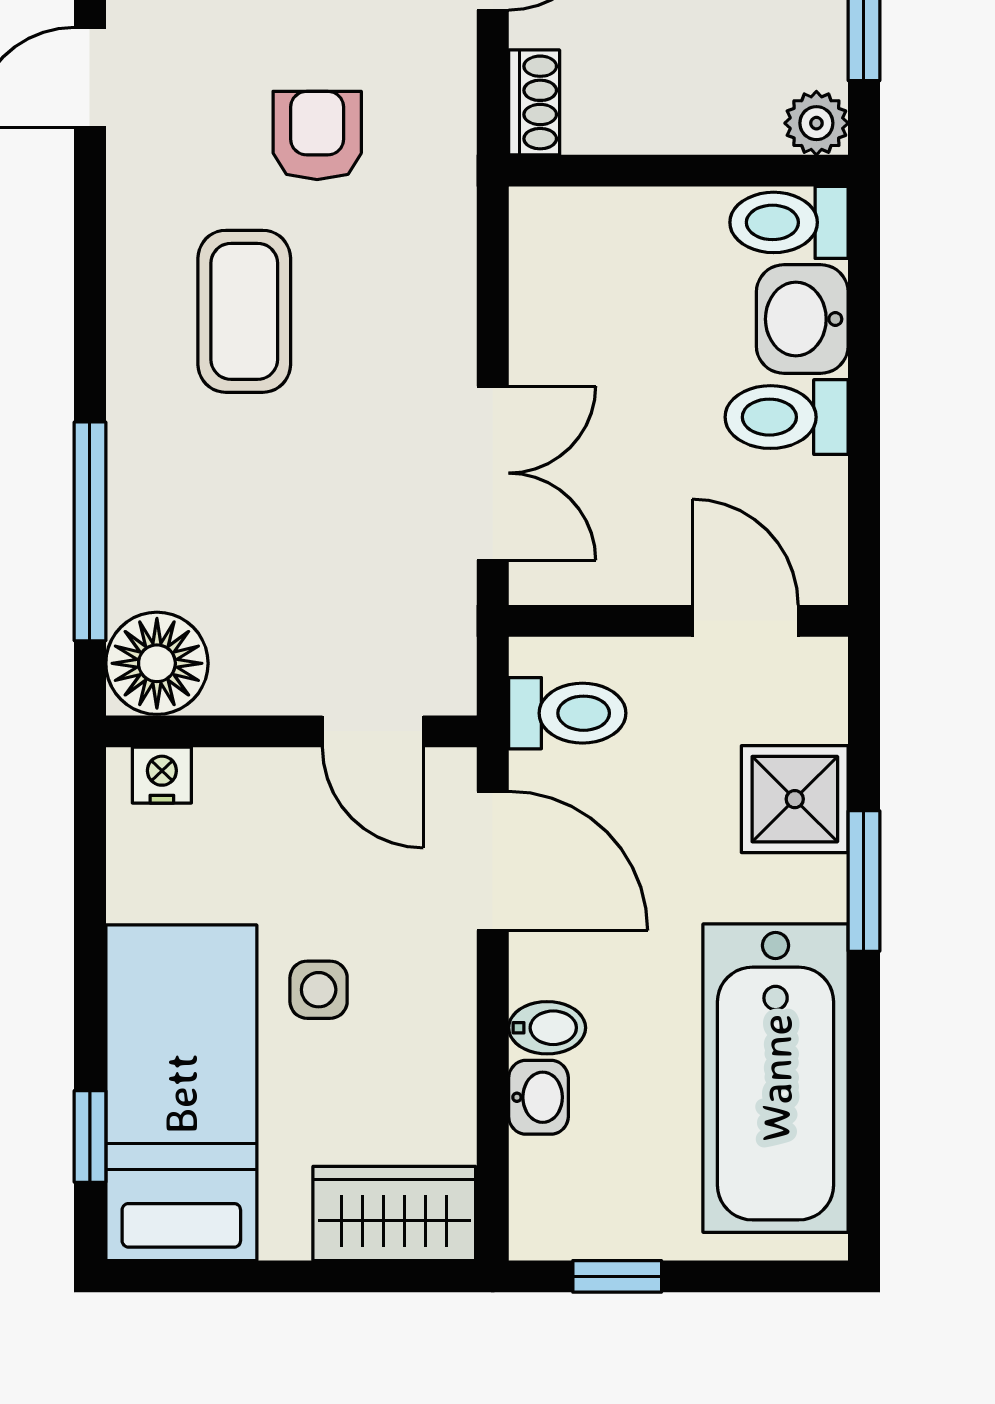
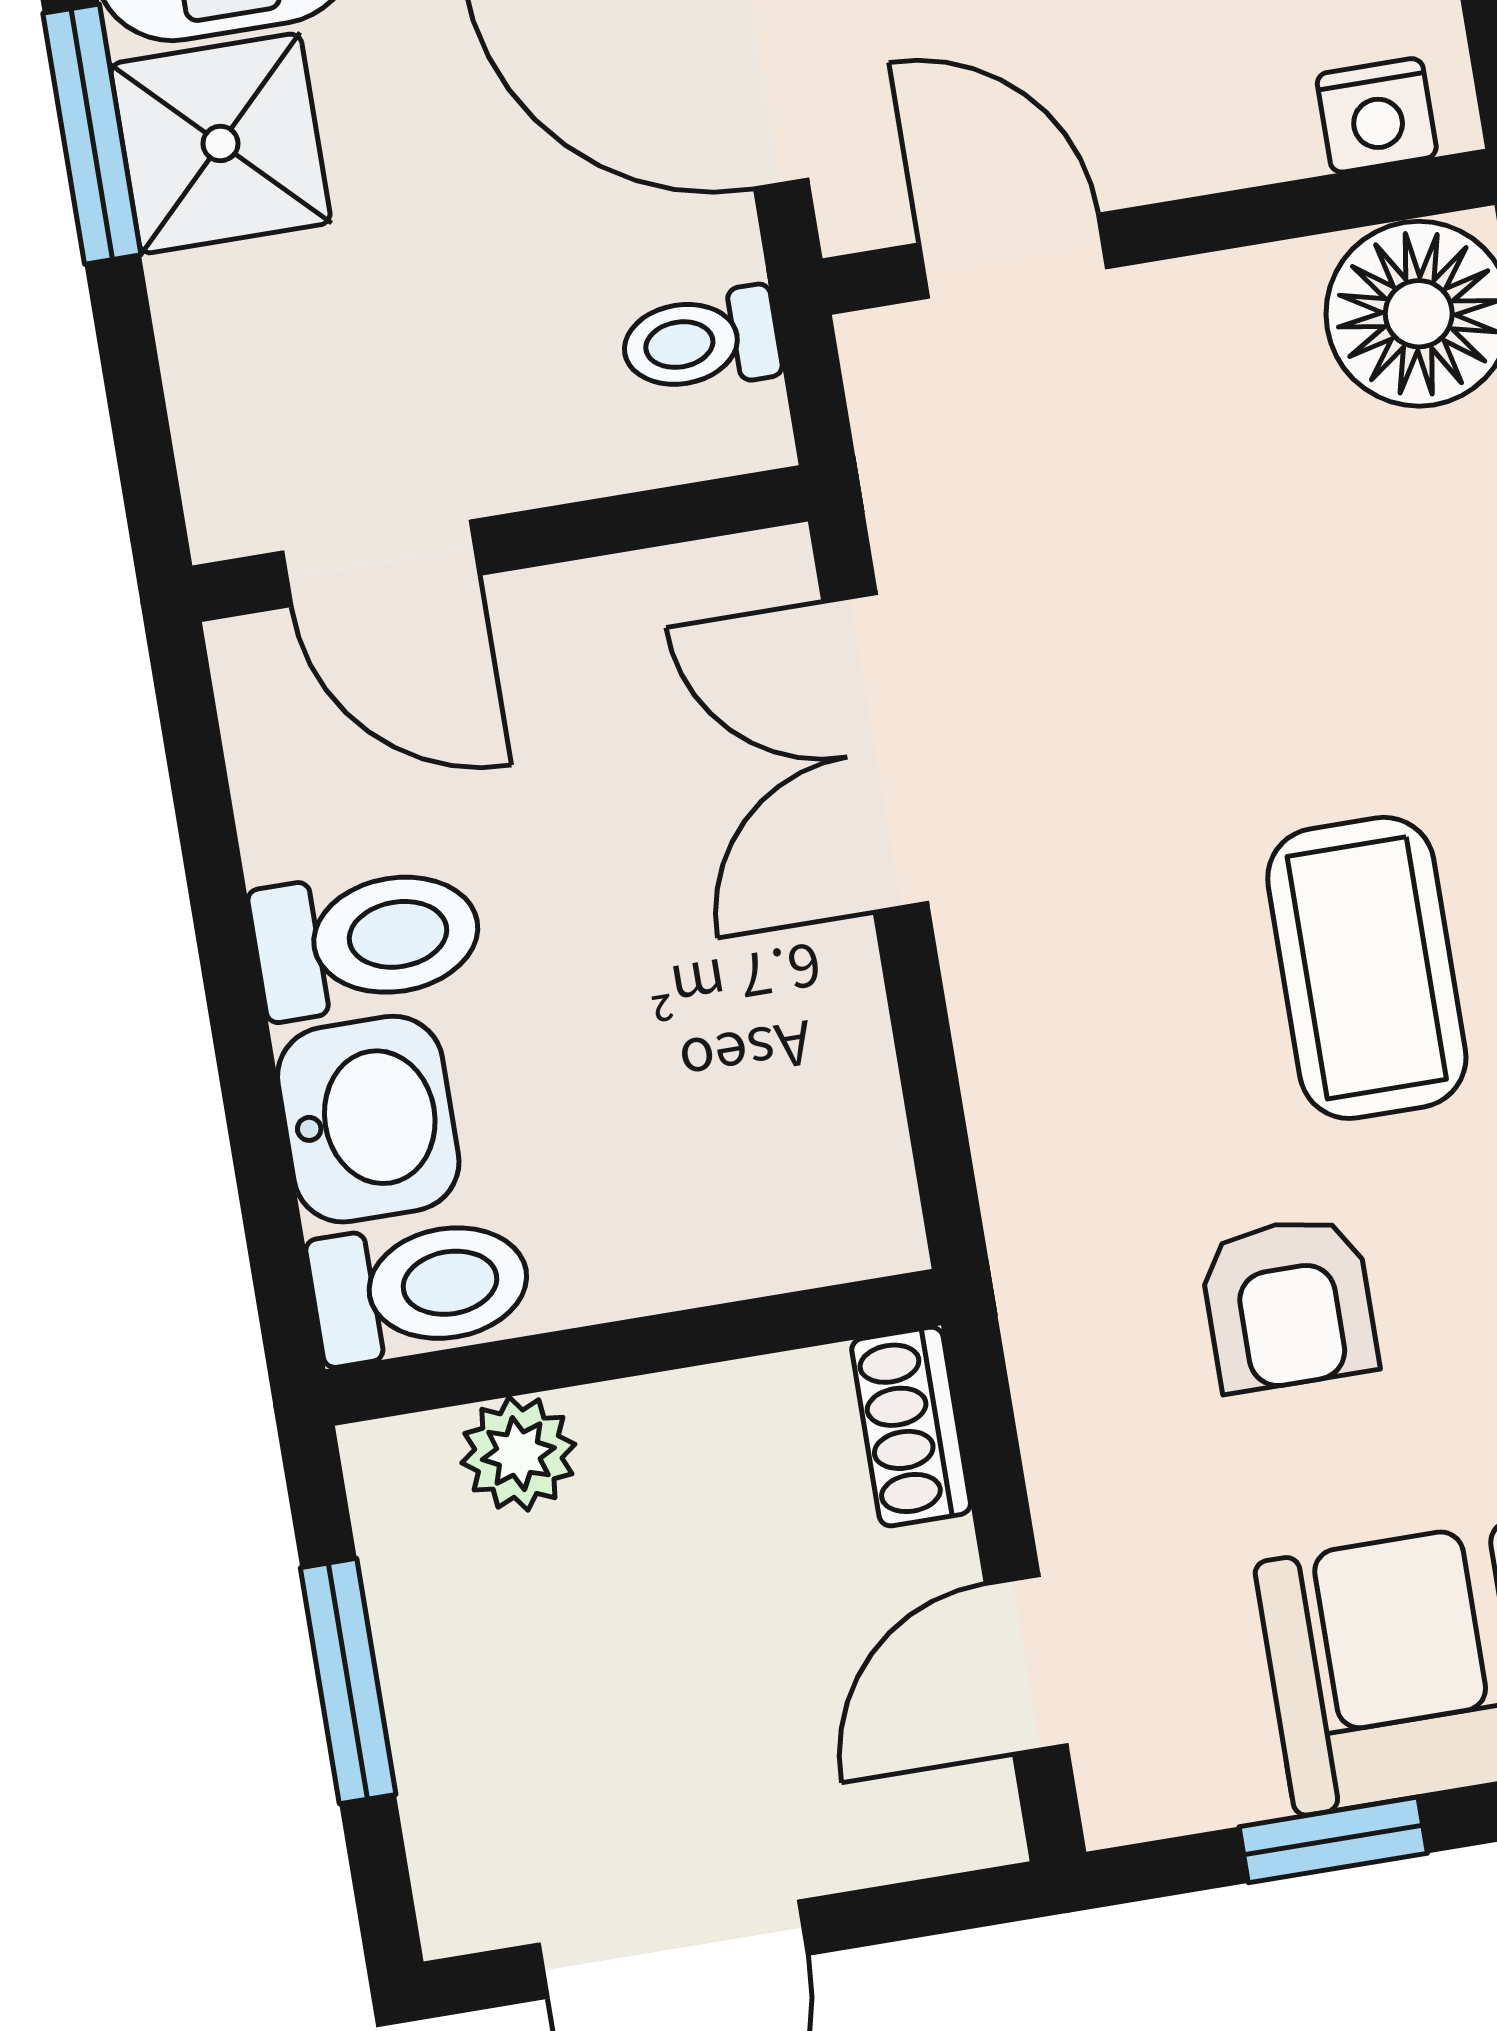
plant: (816, 123) -> (518, 1454), moved
toilet: (567, 713) -> (701, 341), width x0.73, depth x0.72
shower: (795, 799) -> (220, 143), moved

